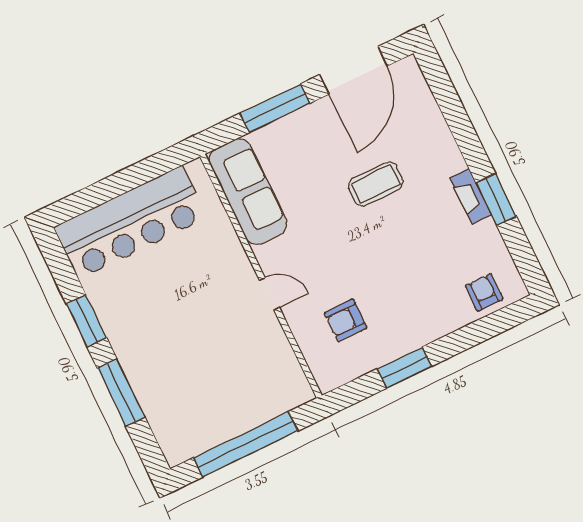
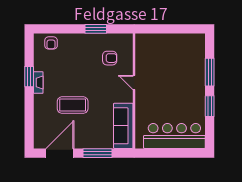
coffee table: (376, 184) -> (73, 105), width x1.36, depth x1.32
window: (246, 444) -> (171, 29), removed

